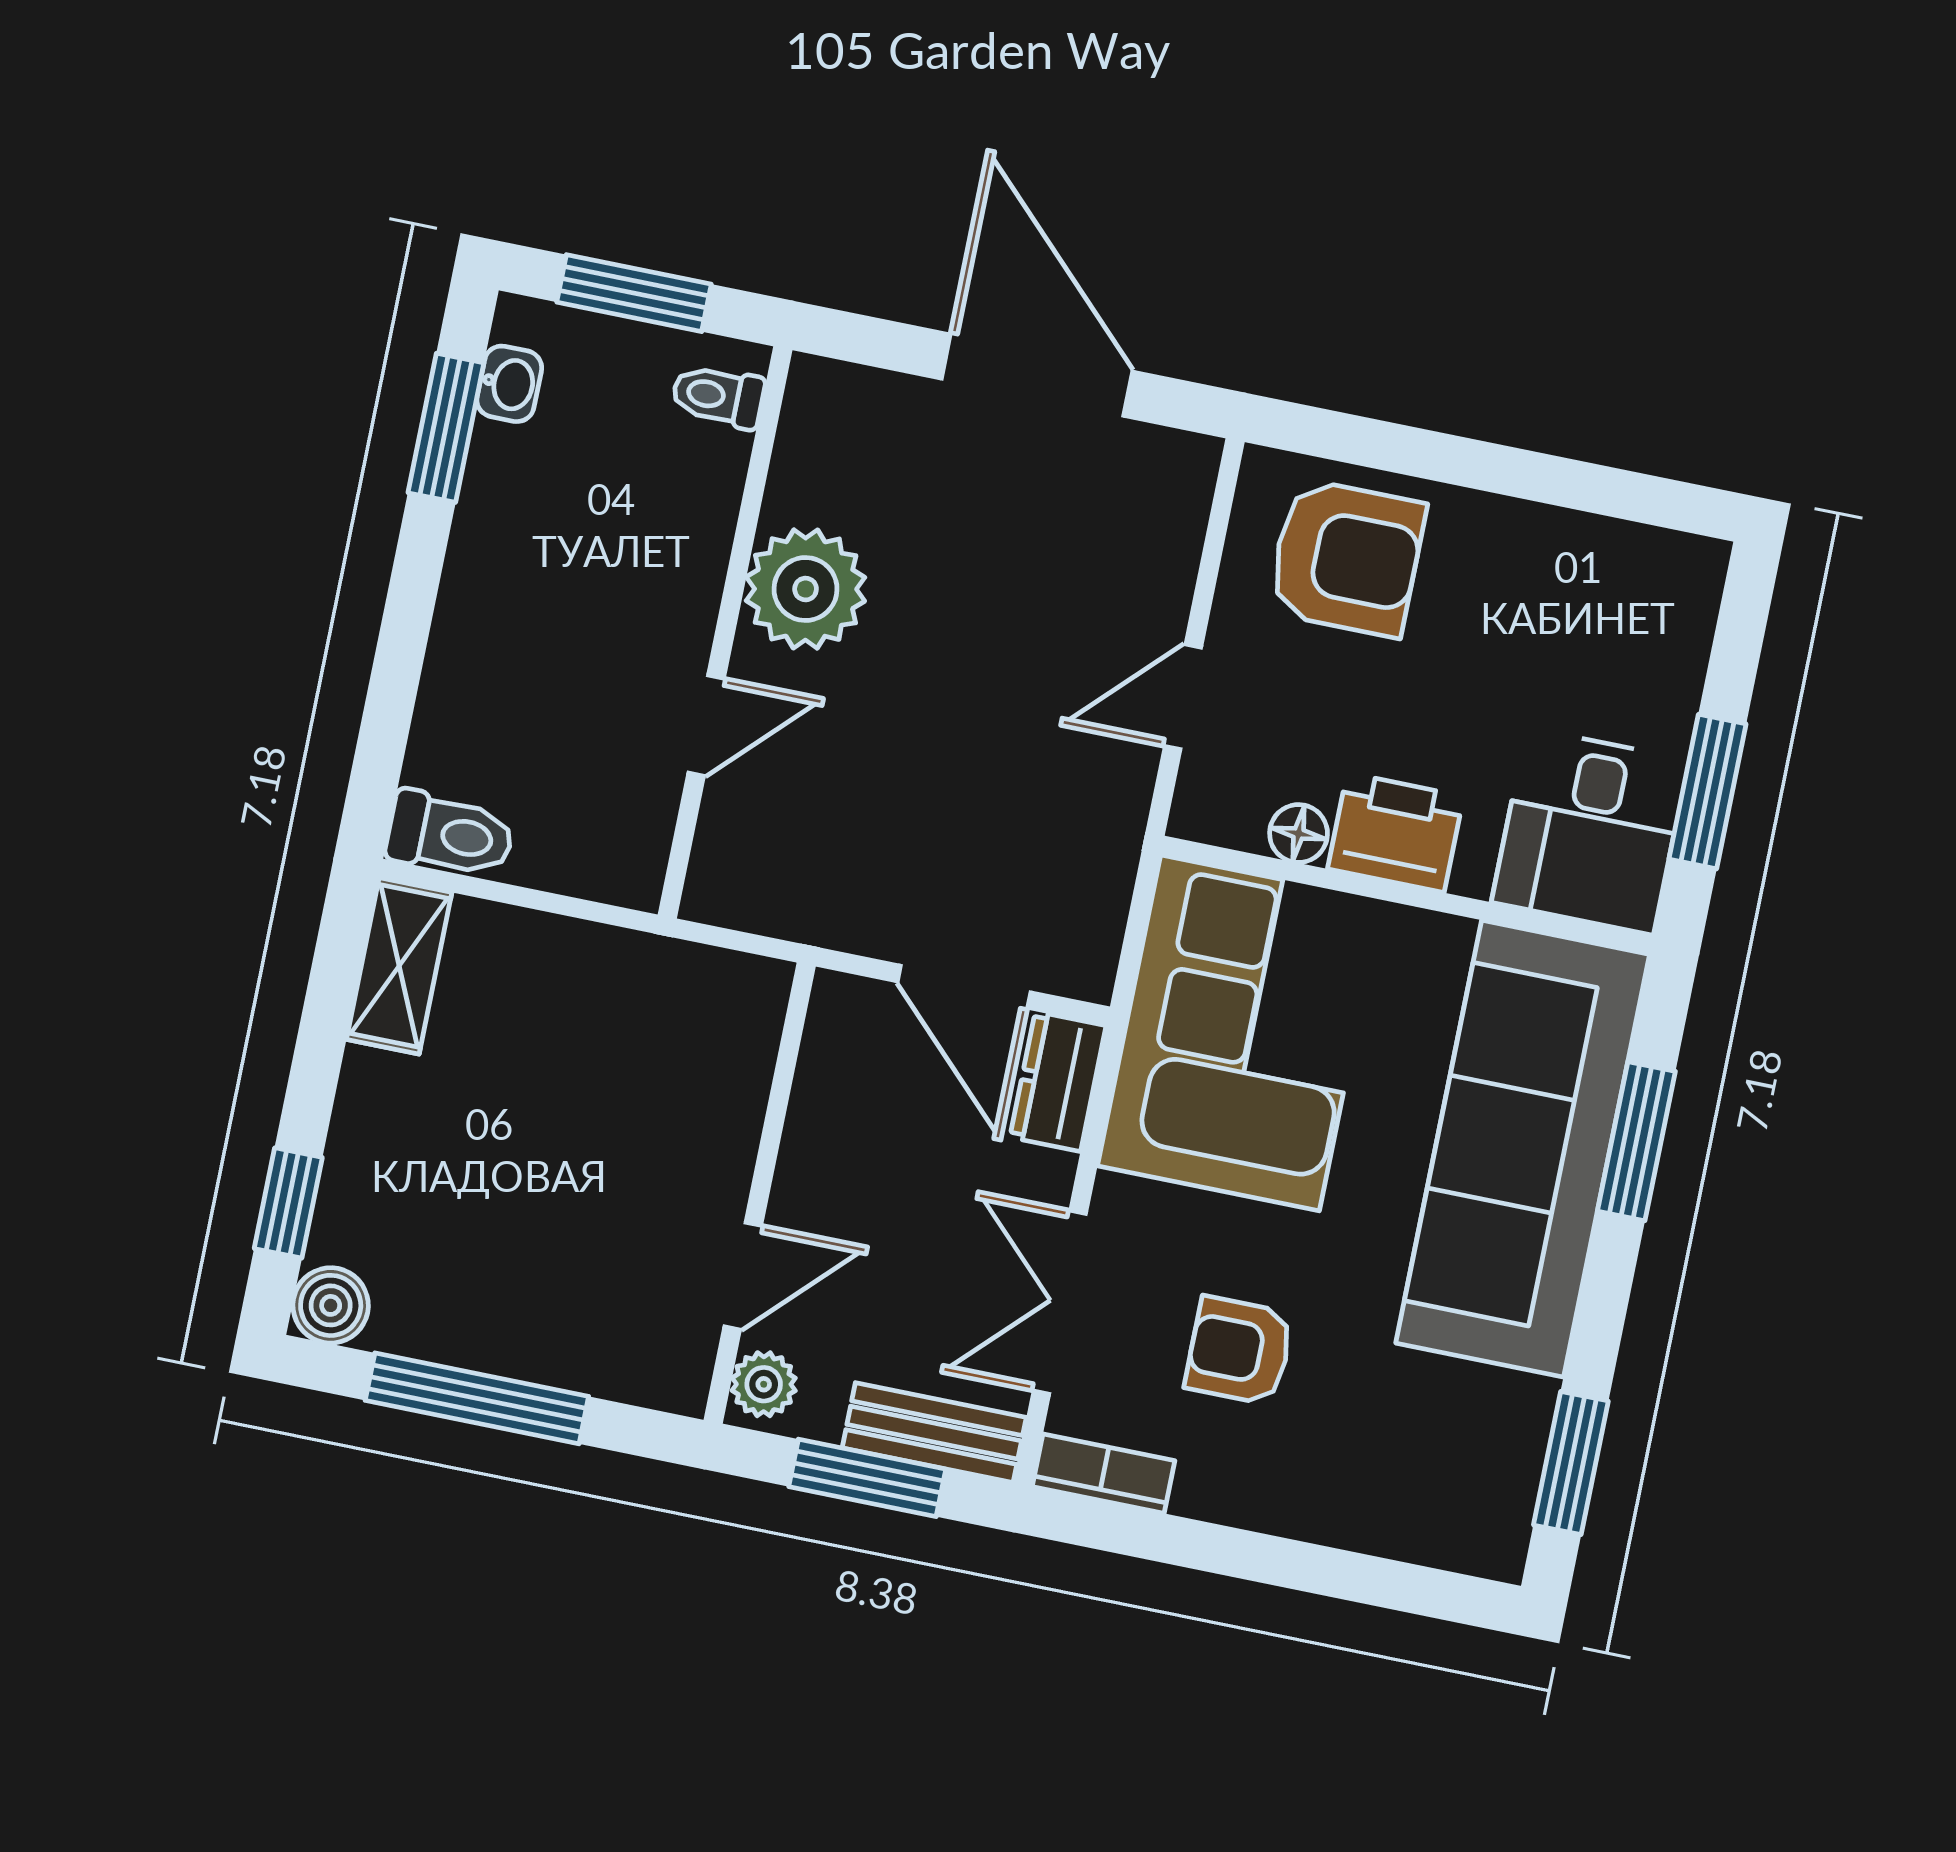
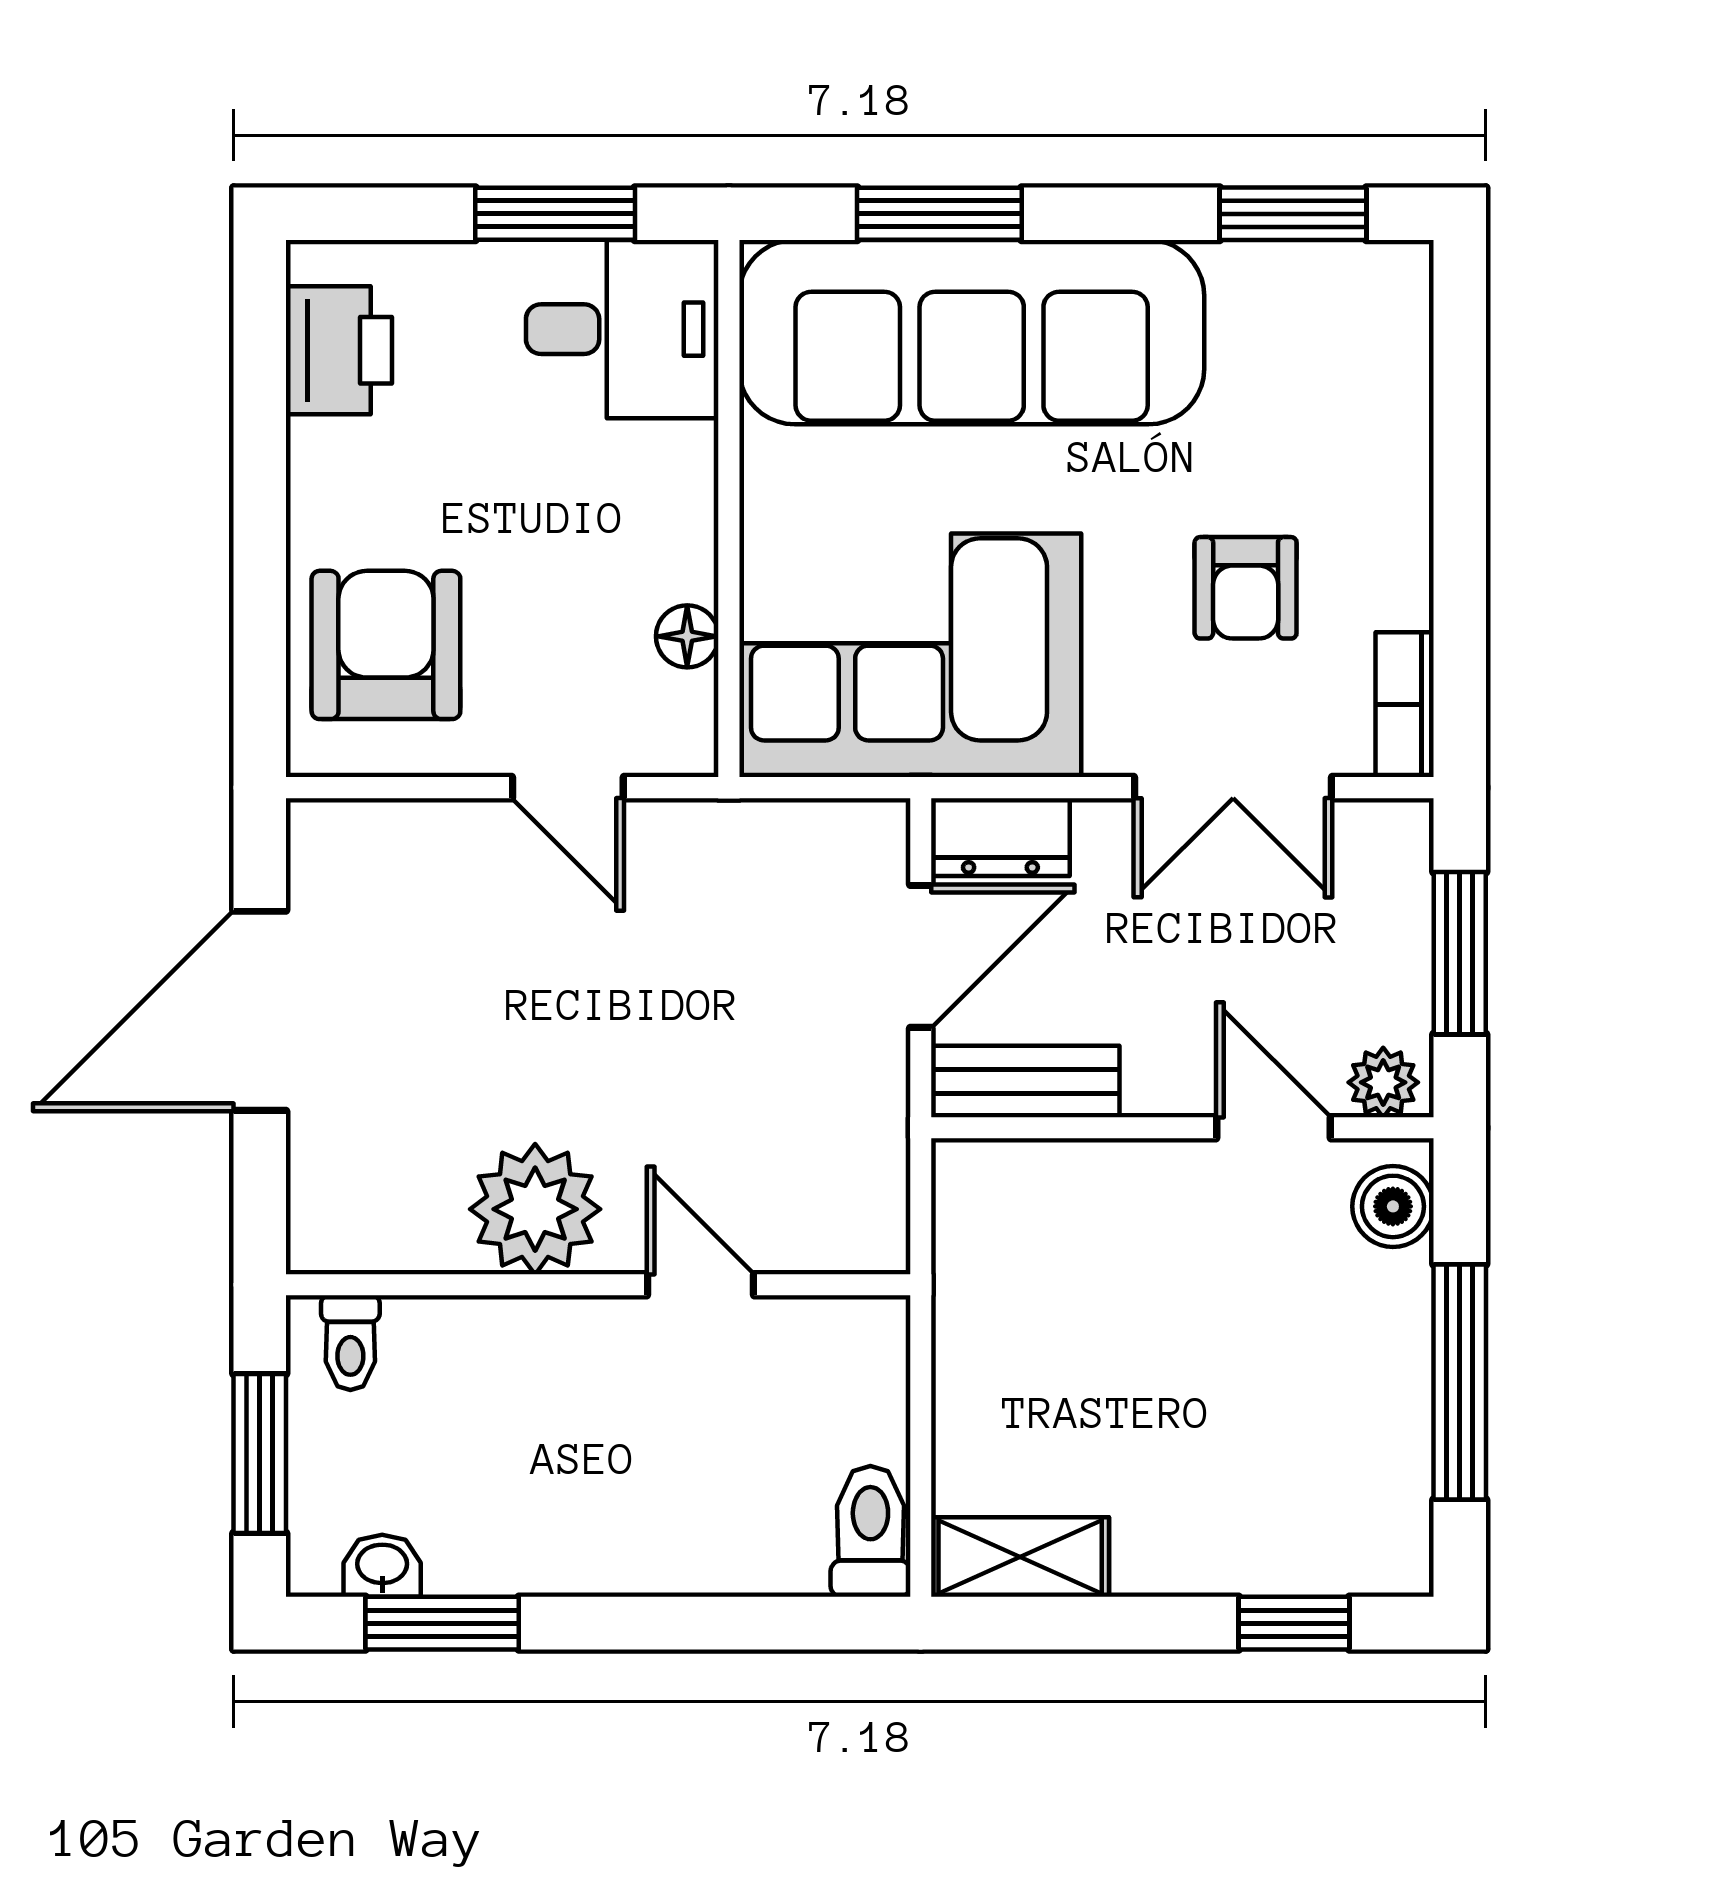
printer: (1396, 833) -> (339, 350), moved, turned 180
boiler: (331, 1305) -> (1393, 1206), moved
bench: (934, 1433) -> (1025, 1081), moved, turned 90

